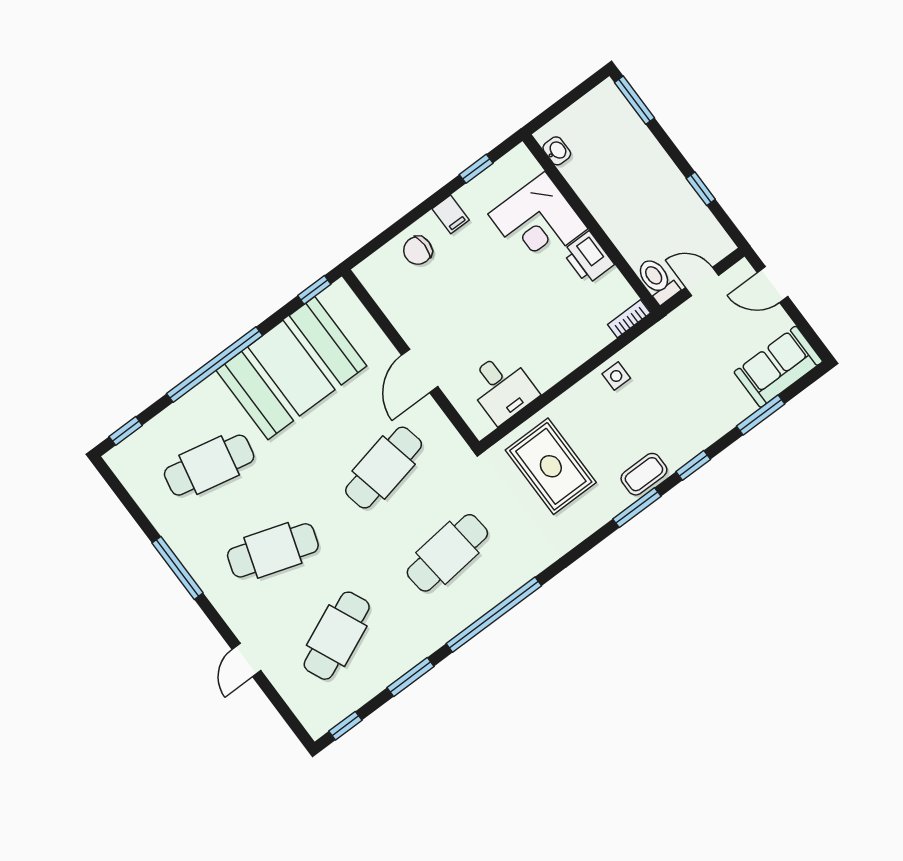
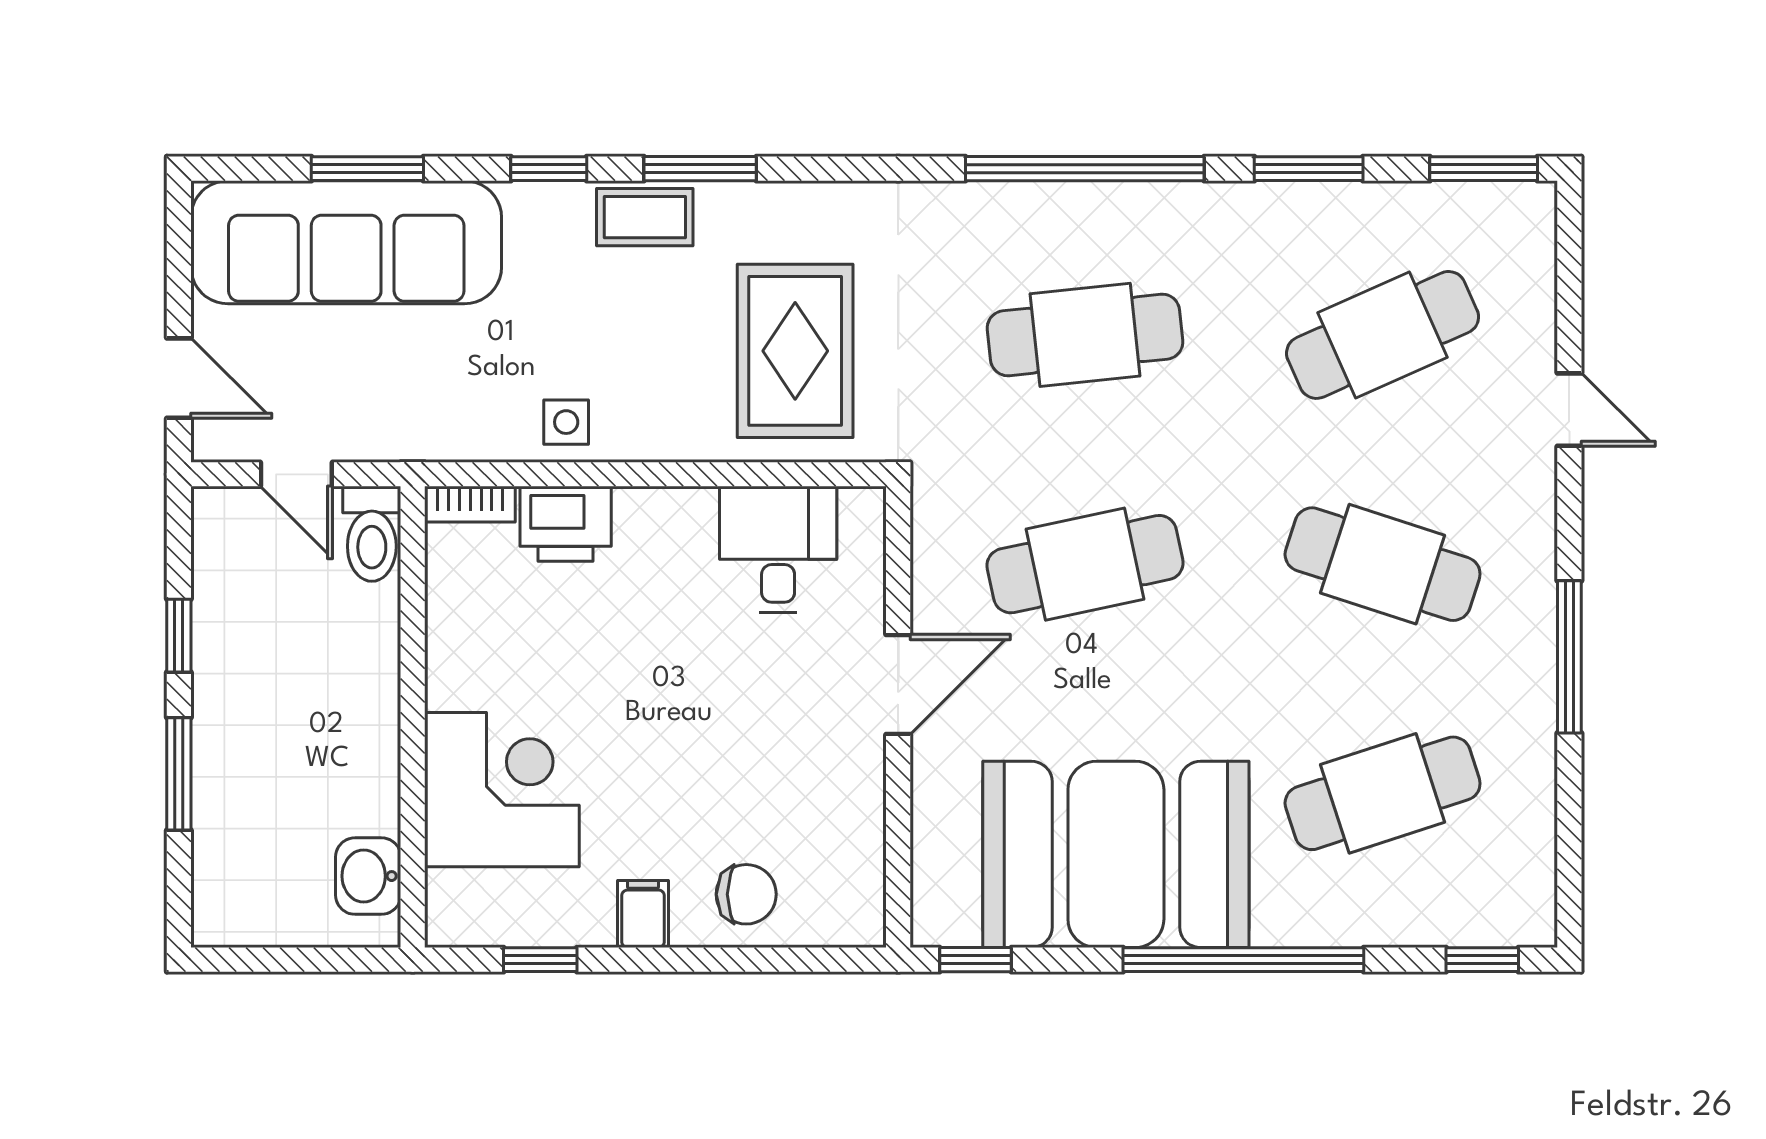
window: (635, 100) -> (179, 774), moved
washbasin: (557, 151) -> (368, 876), width x1.38, depth x1.45
printer: (588, 258) -> (566, 524), moved, turned 90
sofa: (778, 367) -> (346, 242), width x1.85, depth x1.27
cafe table: (209, 465) -> (1383, 793), turned -30
door: (246, 660) -> (1569, 410), hinge flipped
window: (345, 726) -> (1484, 169), width x1.50

